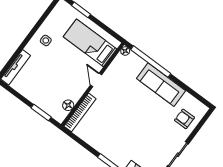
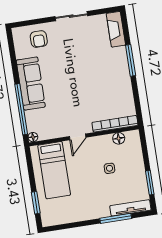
side table: (46, 40) -> (109, 168), moved
window: (19, 51) -> (116, 218), added
window: (41, 112) -> (150, 183), moved

